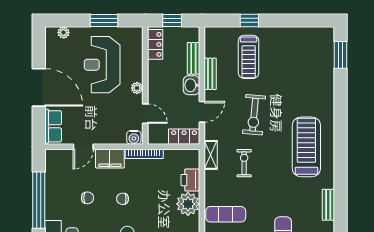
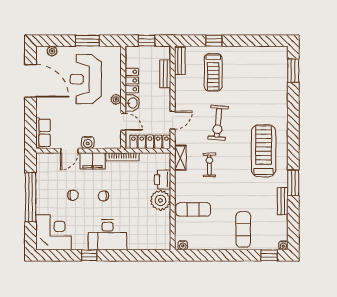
locker: (155, 44) -> (132, 81), moved
bench: (210, 74) -> (180, 61), moved
washbasin: (191, 85) -> (132, 103), moved, turned 180
door: (39, 87) -> (31, 81), moved
water cooler: (134, 137) -> (88, 142), moved
locker: (184, 137) -> (150, 142), width x1.53
window: (340, 184) -> (293, 183), added

